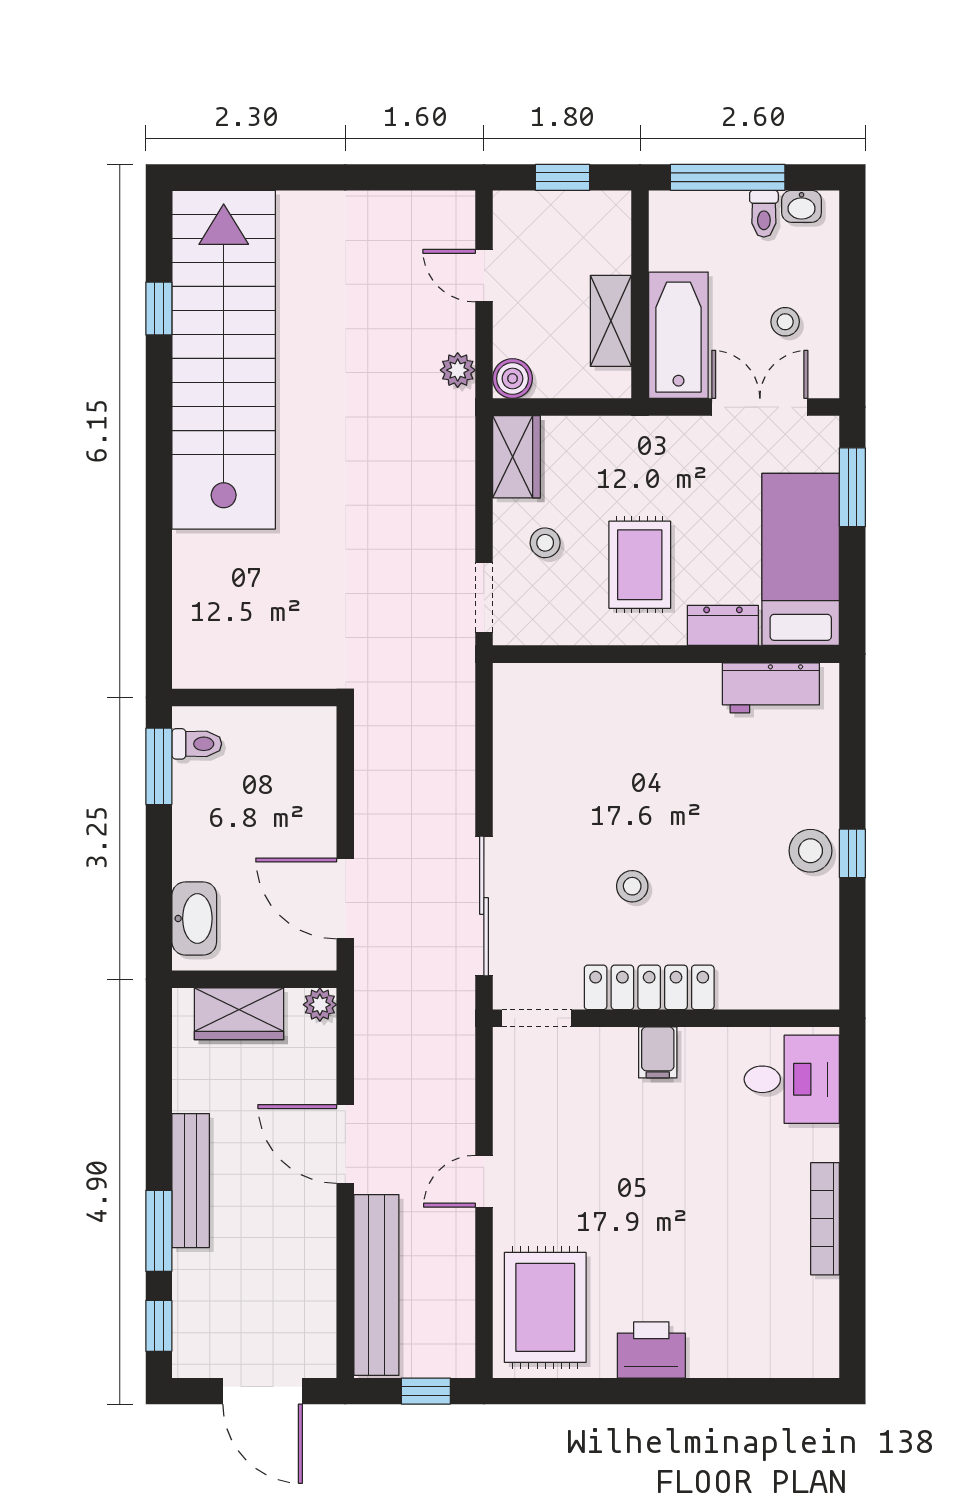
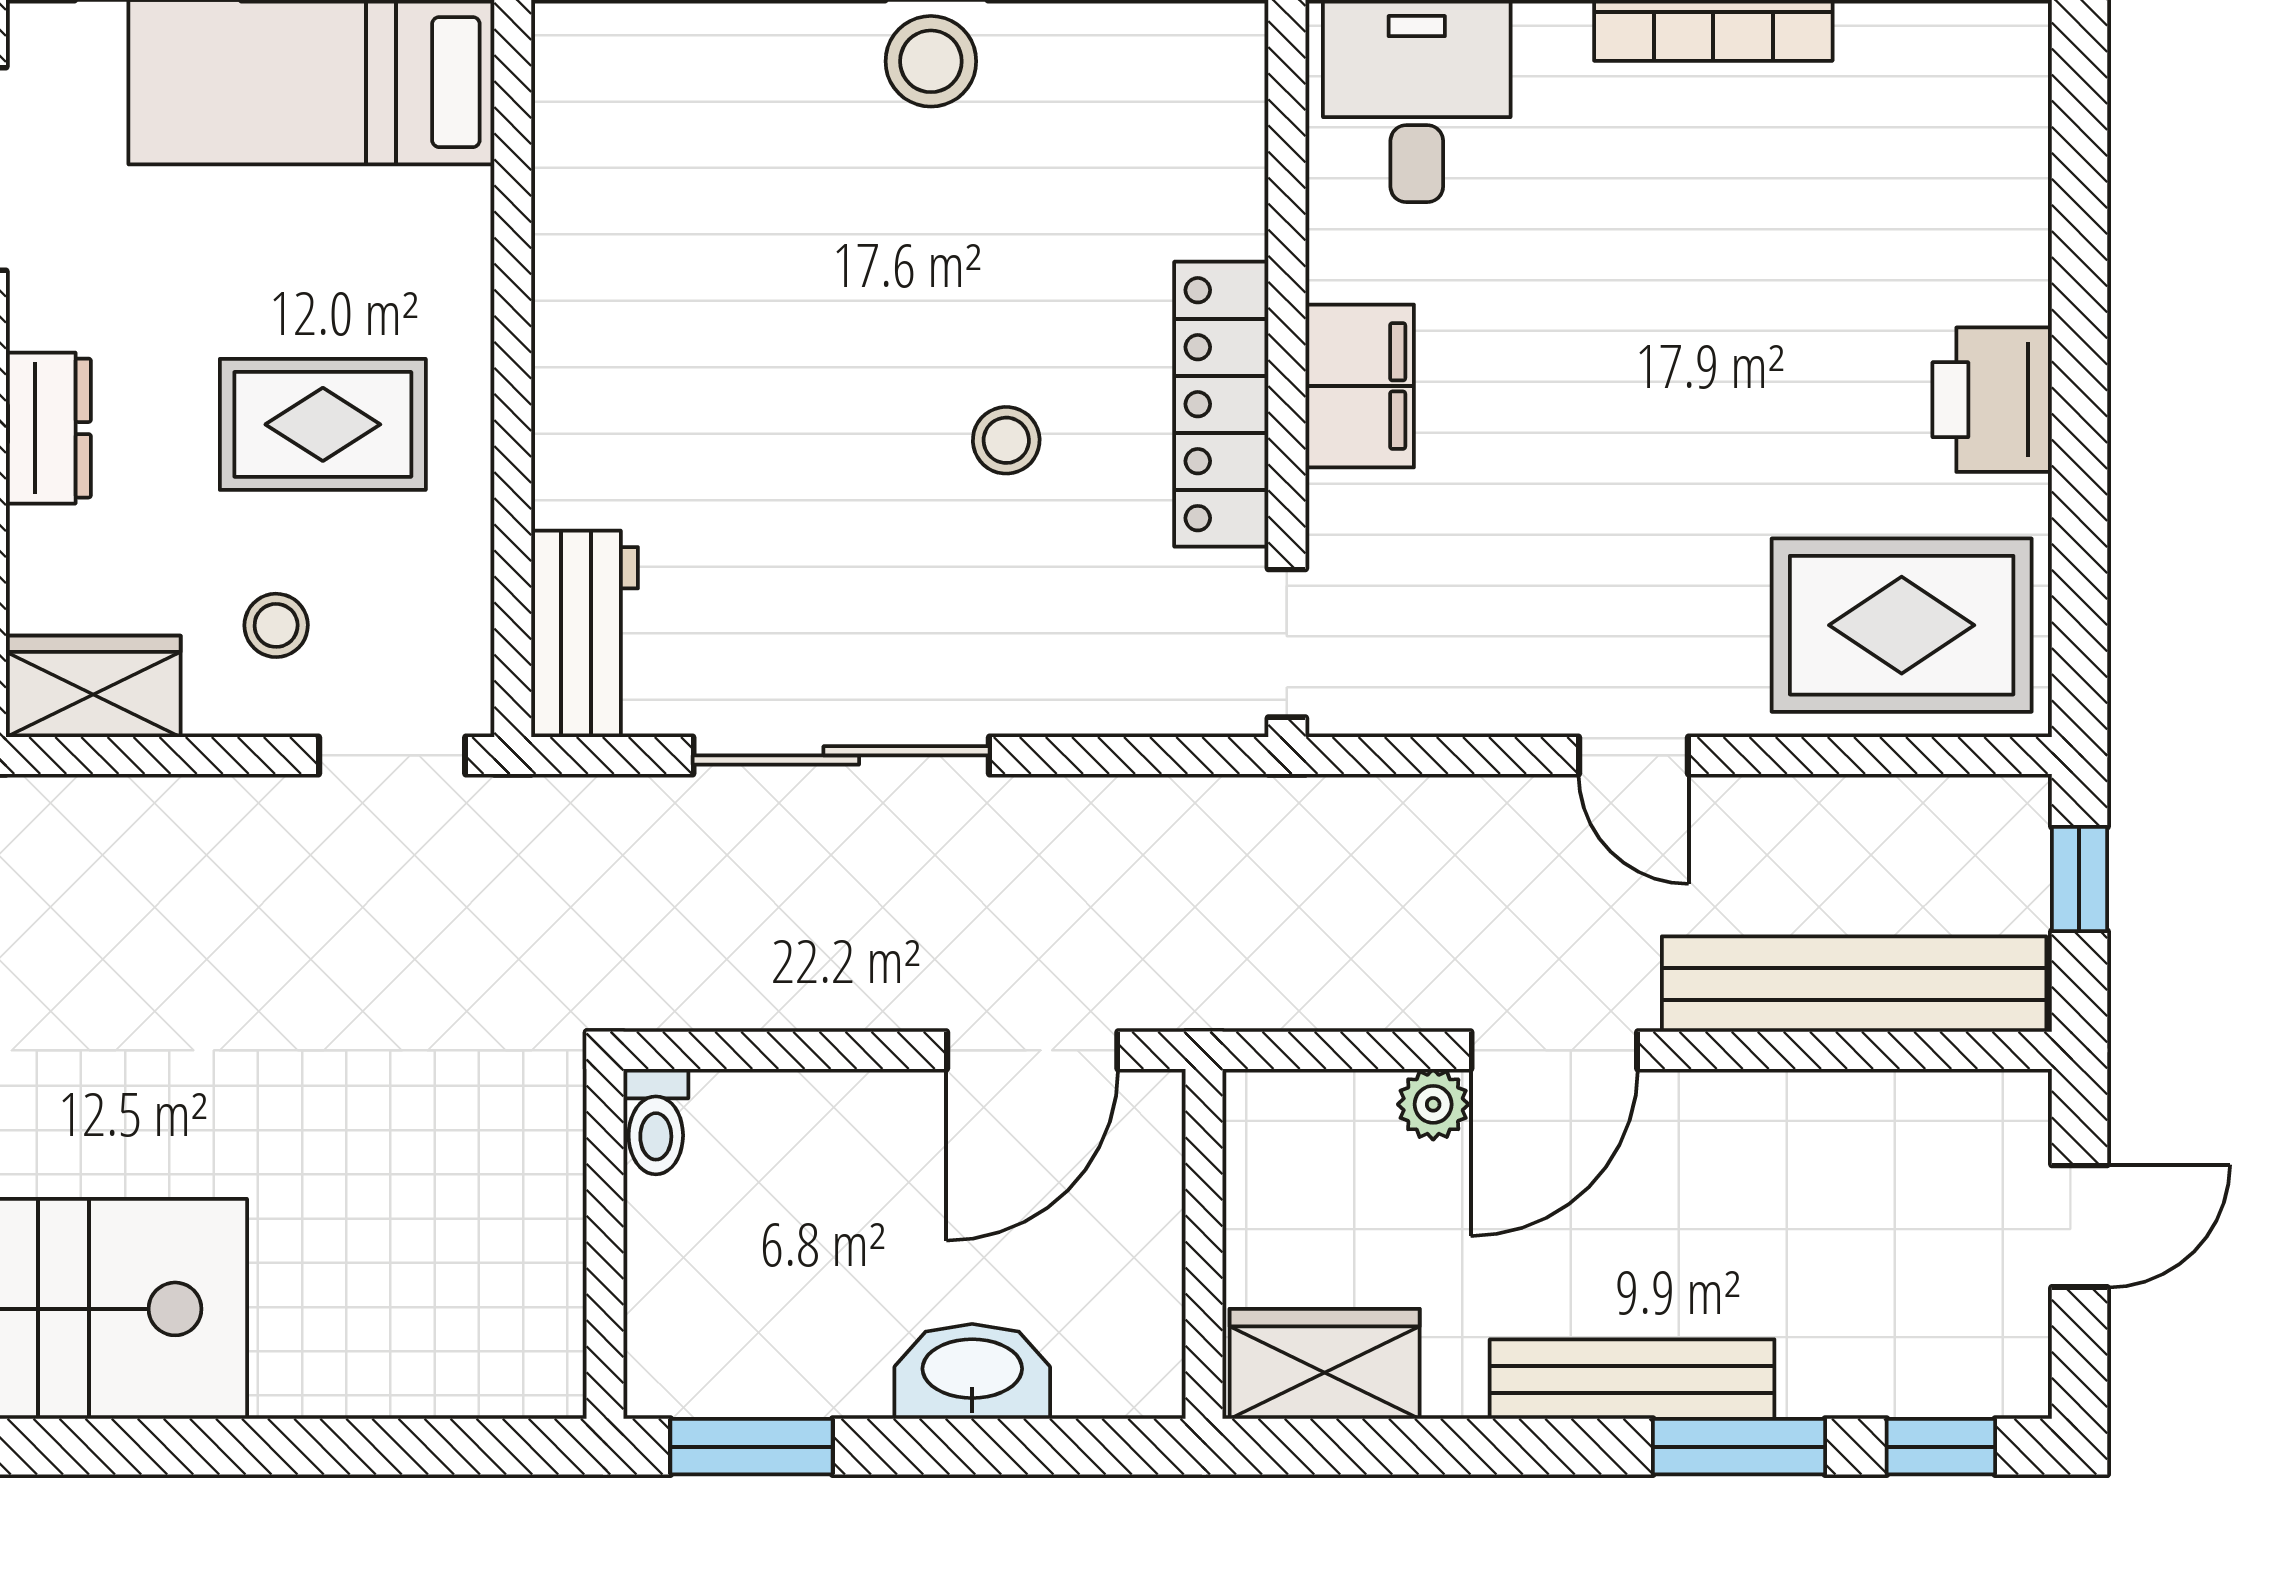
dresser: (723, 625) -> (48, 428), moved, turned 180
workbench: (771, 688) -> (585, 634), moved
toilet: (197, 744) -> (656, 1122), moved, turned 180
sliding door: (484, 906) -> (841, 755), moved
washbasin: (194, 918) -> (972, 1371), moved
plant: (320, 1005) -> (1433, 1104), moved
wardrobe: (239, 1014) -> (1325, 1364), moved, turned -90
filing cabinet: (658, 1052) -> (1360, 386), width x2.00
door: (263, 1391) -> (2079, 1226), width x0.73

